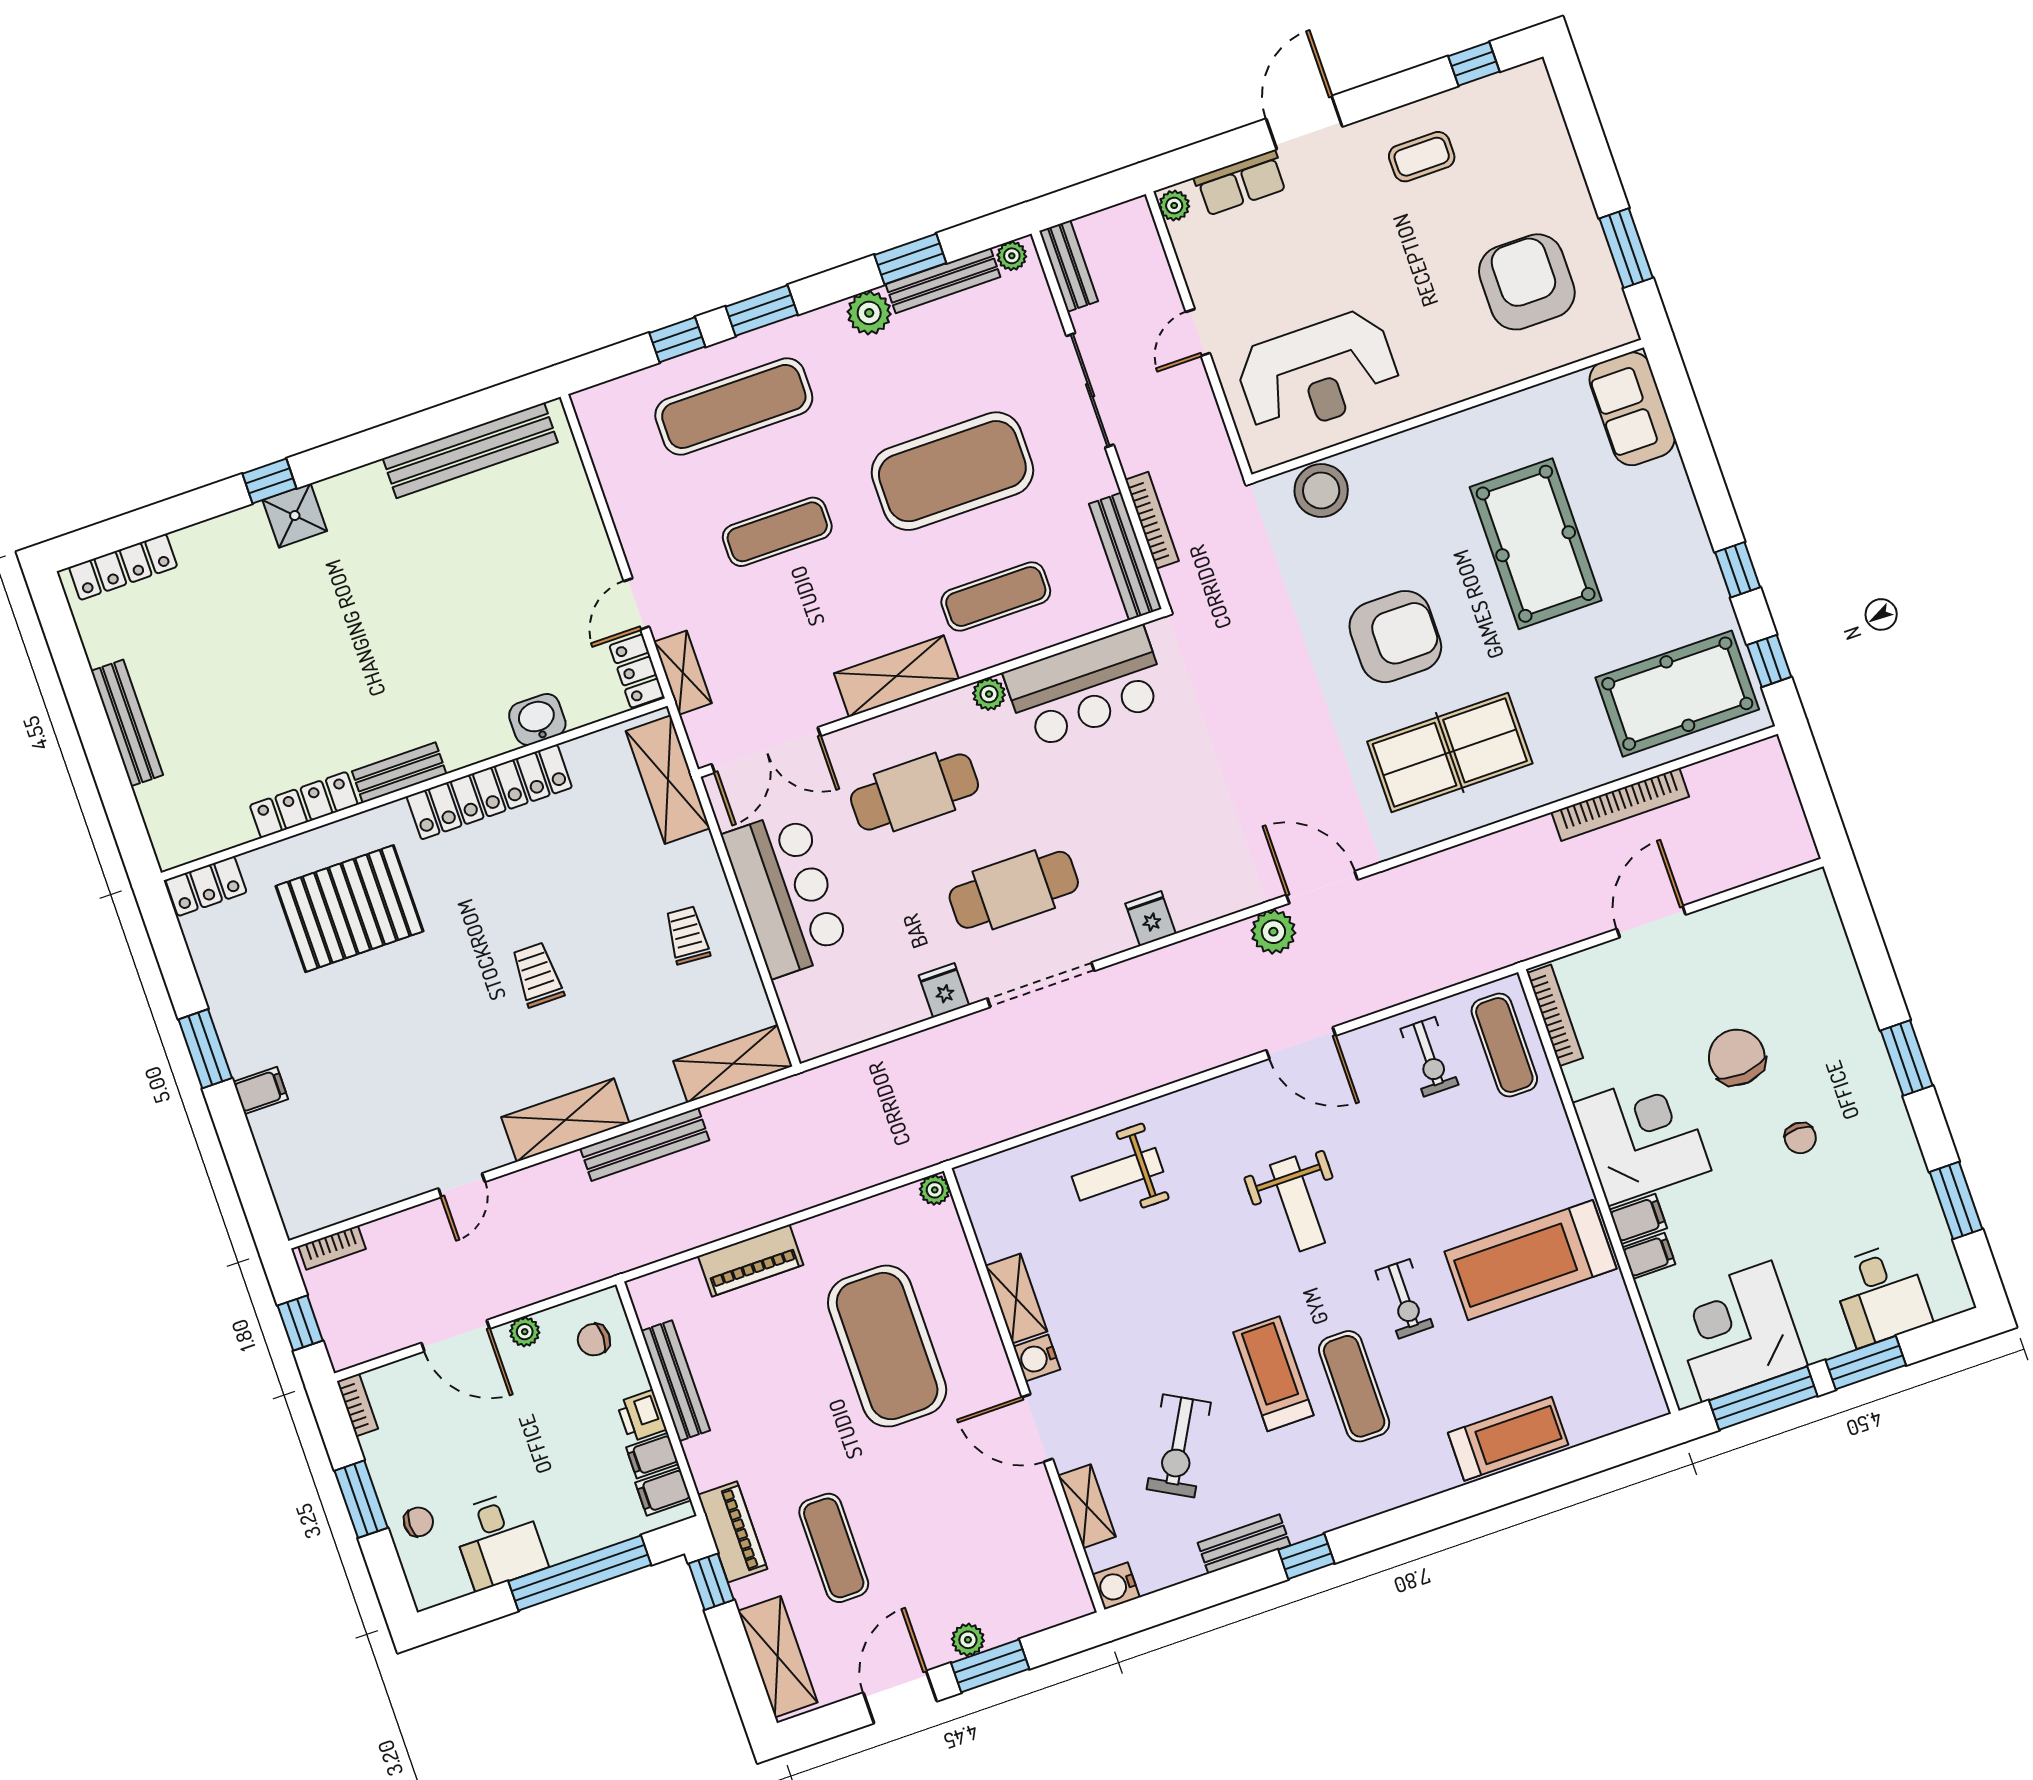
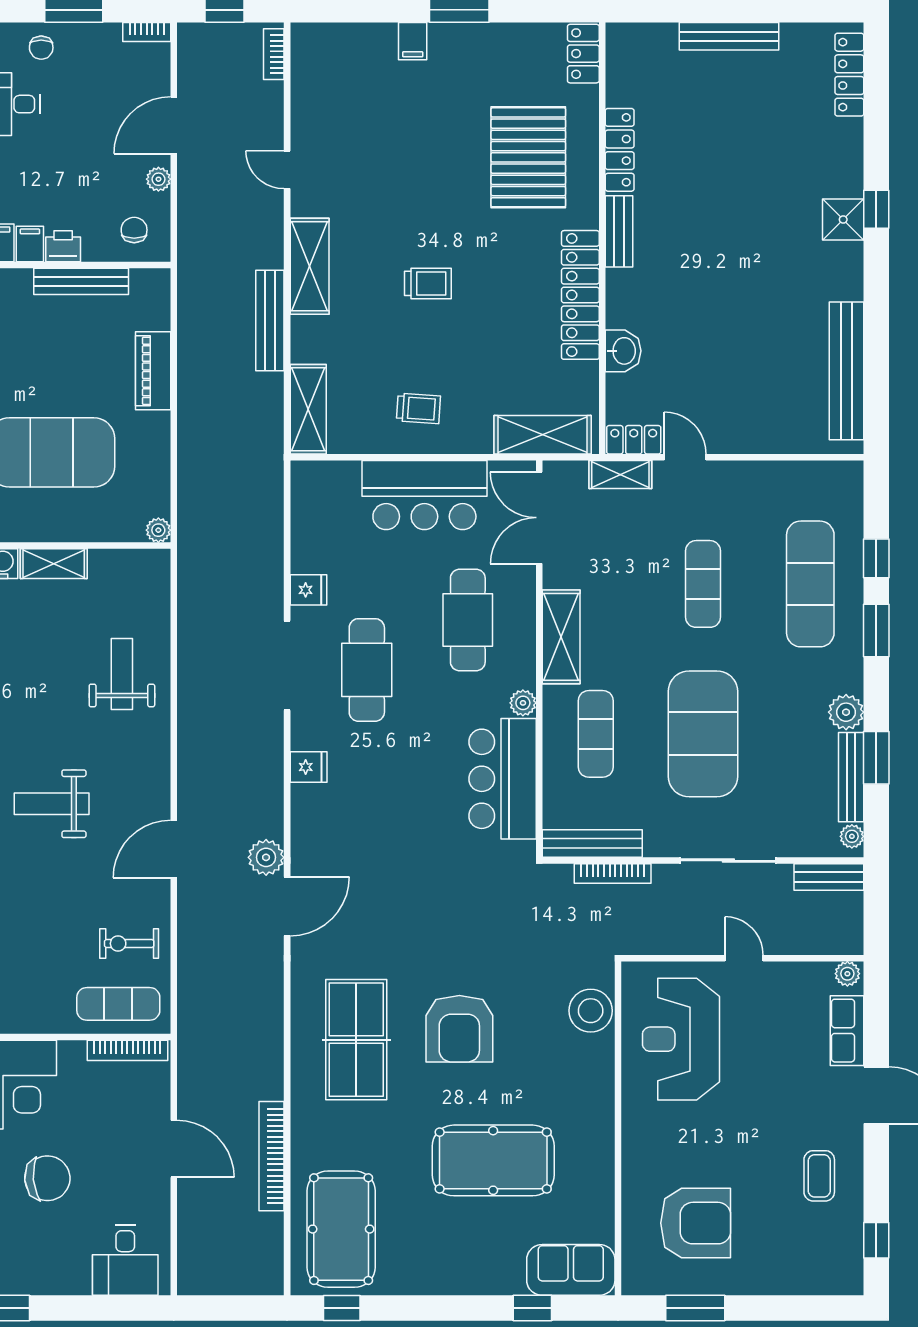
window: (1738, 570) -> (532, 1308), moved
desk: (1801, 933) -> (125, 1260), added

